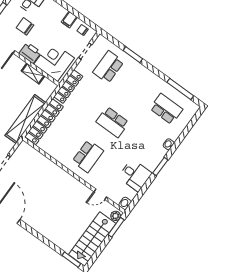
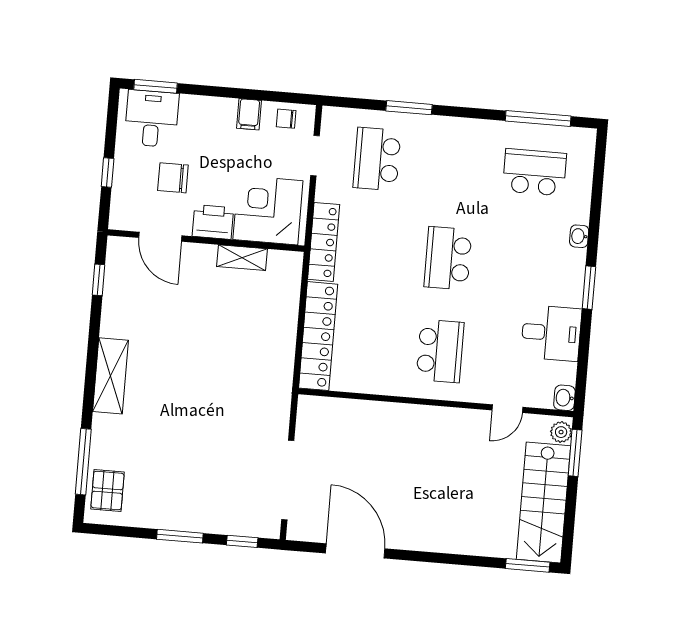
shelving: (26, 119) -> (280, 352), removed
school desk: (113, 122) -> (448, 258), turned 90

